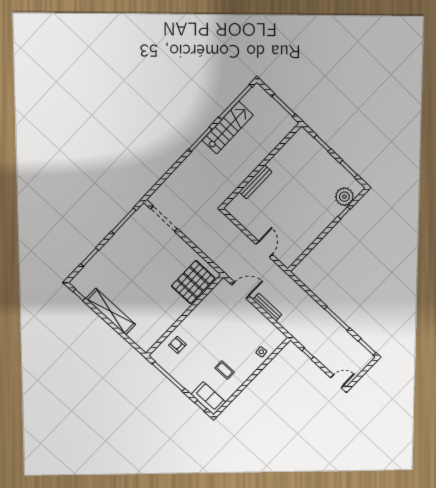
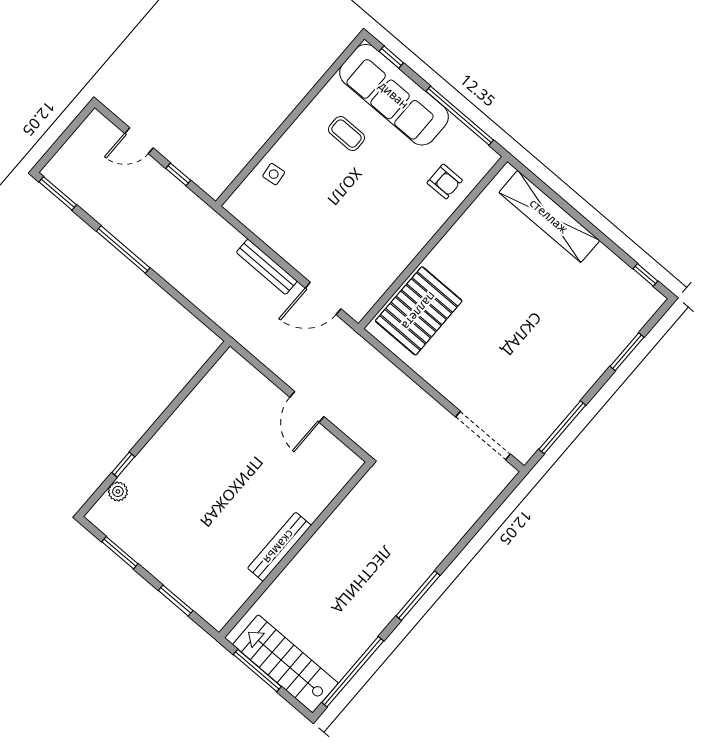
stairs: (228, 128) -> (285, 664), moved, turned 90
bench: (255, 182) -> (279, 547), moved
plant: (344, 197) -> (118, 491), width x0.53, depth x0.53
door: (264, 249) -> (307, 407), moved
shelving: (111, 312) -> (549, 216), moved
door: (337, 381) -> (139, 141), moved
sofa: (208, 398) -> (394, 95), width x1.85, depth x1.27

